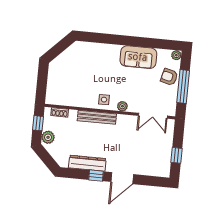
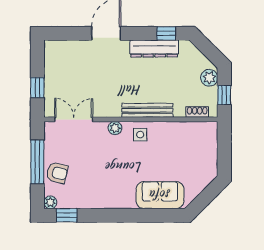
window: (165, 44) -> (67, 215), added
sofa: (138, 57) -> (160, 195), moved
window: (176, 155) -> (37, 88), moved
window: (96, 176) -> (166, 33), moved

